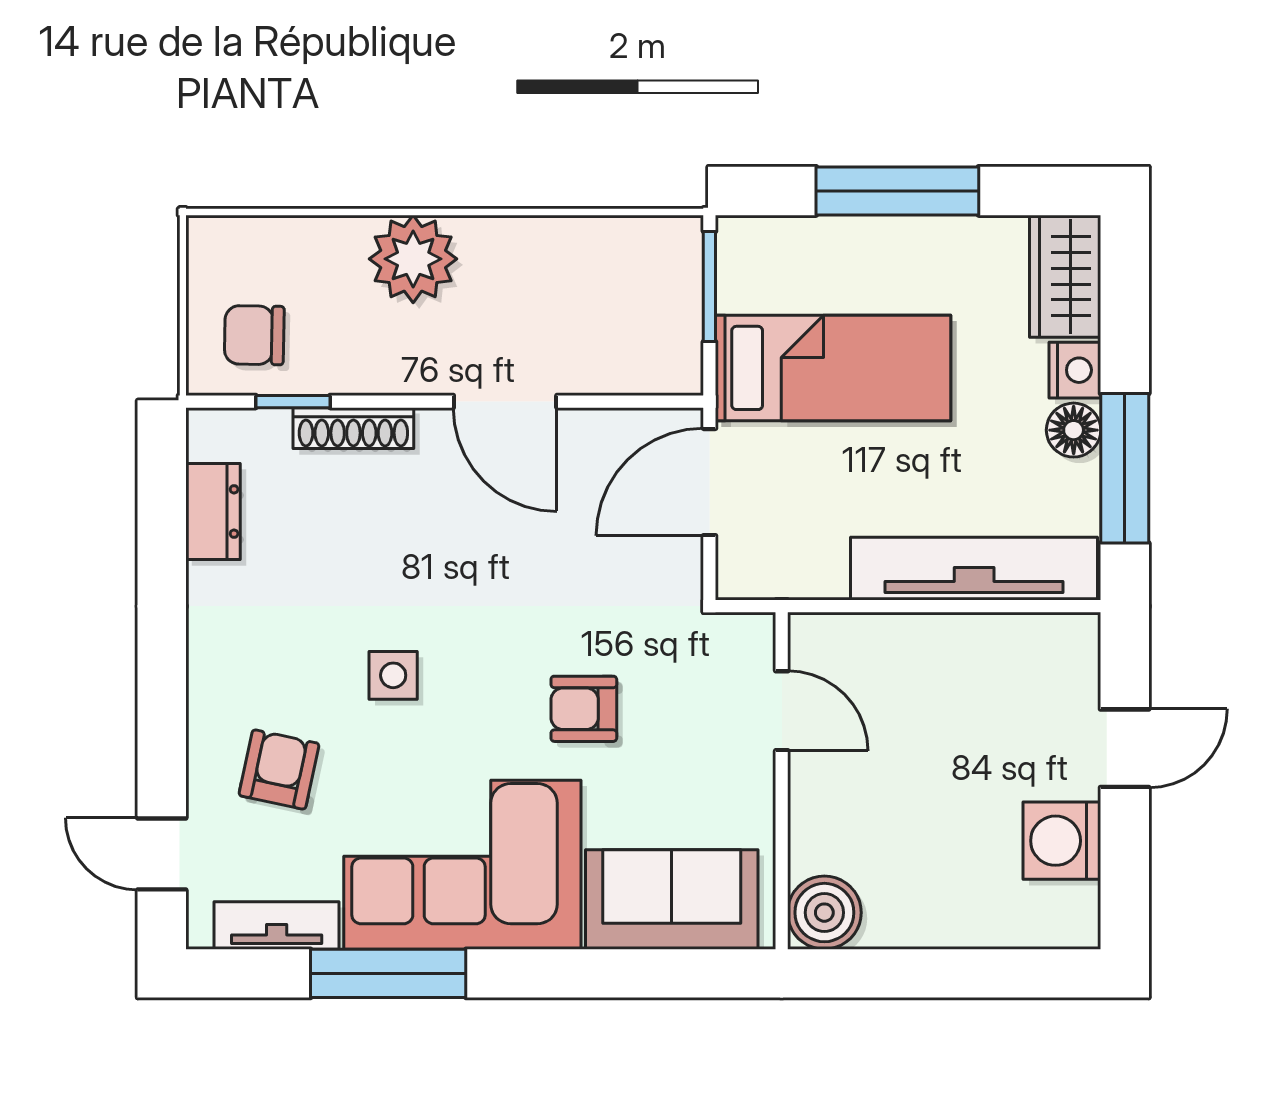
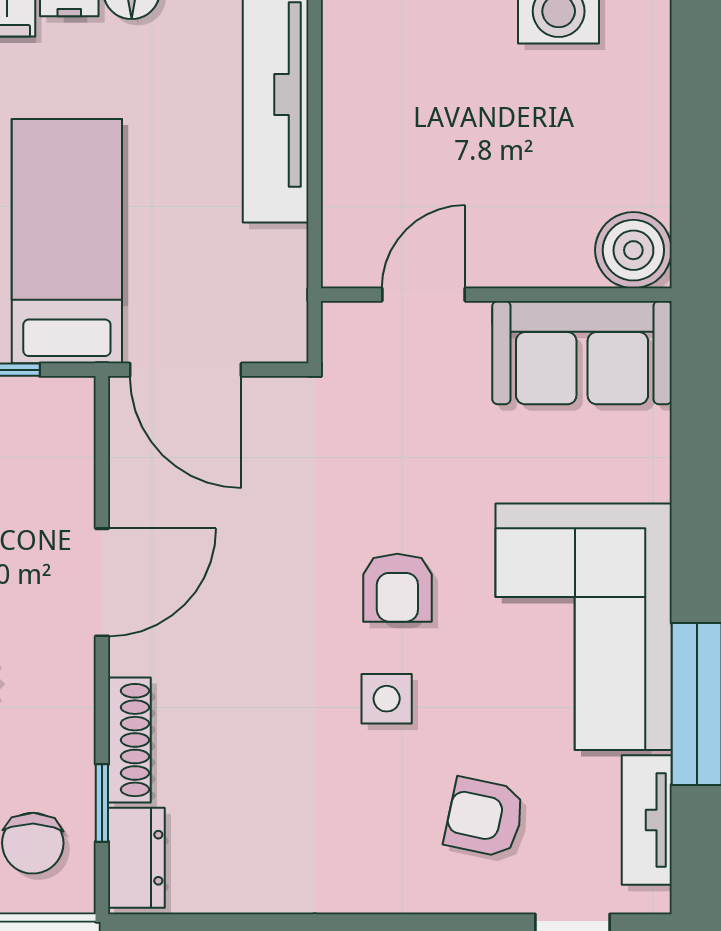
dresser: (213, 511) -> (136, 858), moved, turned 90
armchair: (584, 709) -> (397, 588), moved
sofa: (672, 899) -> (582, 353), moved, turned -90

